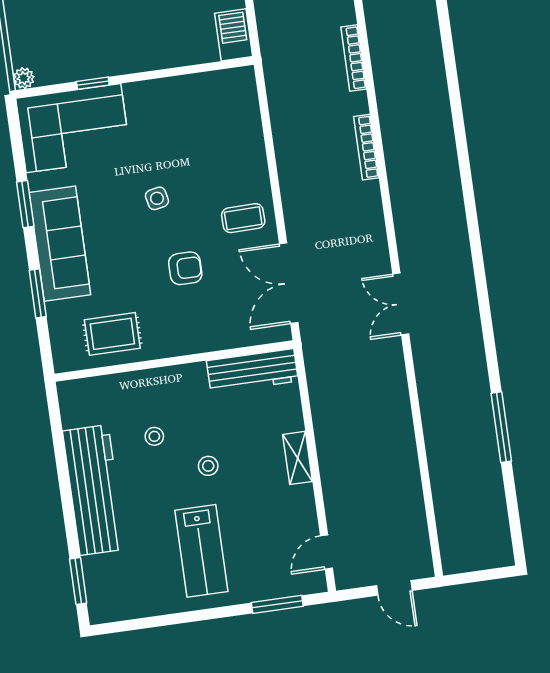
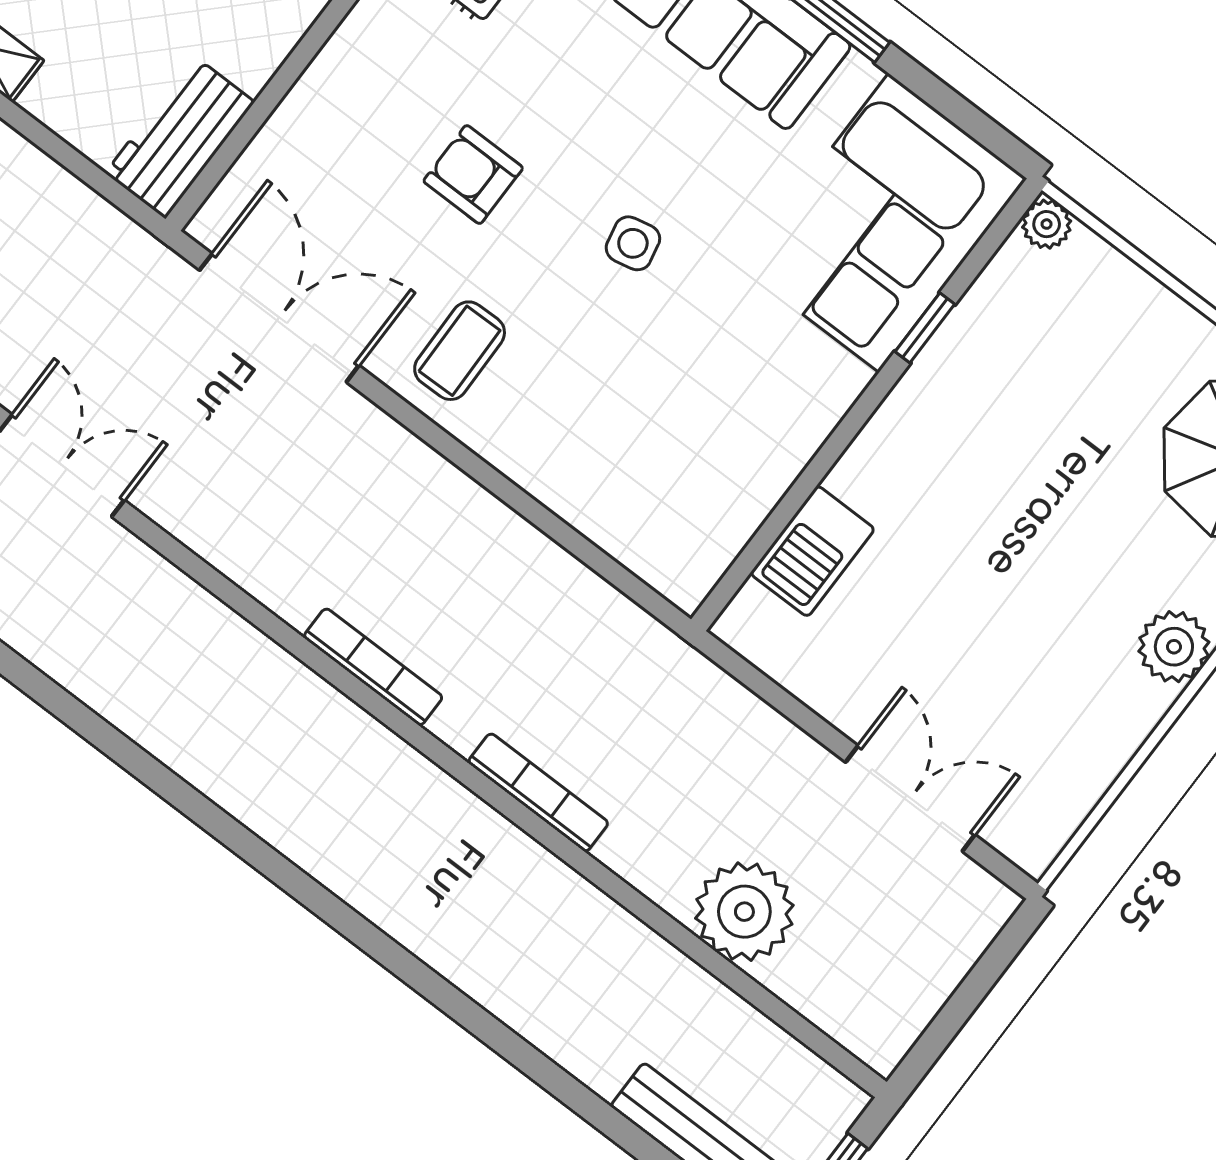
barbecue: (234, 35) -> (812, 551), moved, turned 90
armchair: (185, 268) -> (473, 175), turned 90
workbench: (252, 371) -> (180, 137), width x0.73

